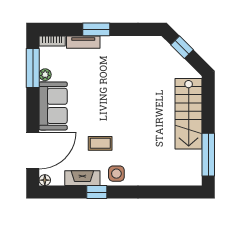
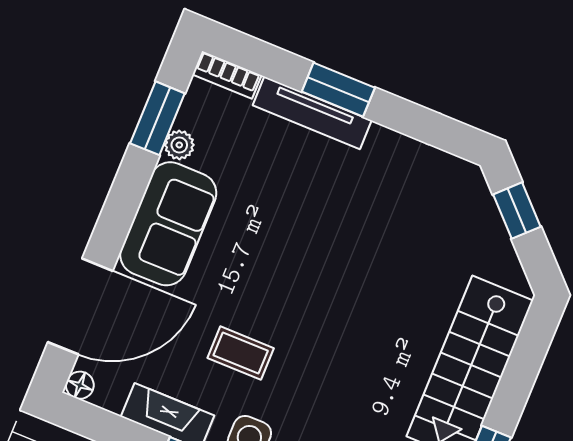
tv unit: (83, 42) -> (312, 113), width x1.41
window: (33, 68) -> (157, 118), width x0.69

